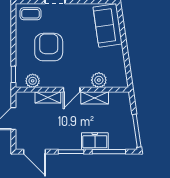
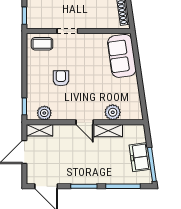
armchair: (49, 47) -> (61, 78), width x0.53, depth x0.53
door: (72, 90) -> (85, 122), hinge flipped
shelving: (48, 97) -> (40, 130), moved
freezer: (95, 141) -> (140, 157), moved, turned -98

